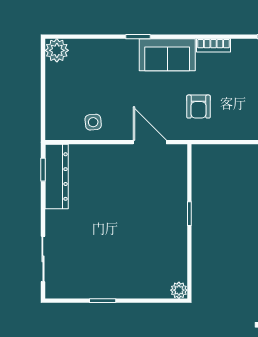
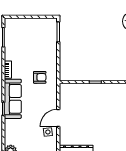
sofa: (167, 55) -> (13, 99), width x1.36
door: (150, 142) -> (58, 118), moved

